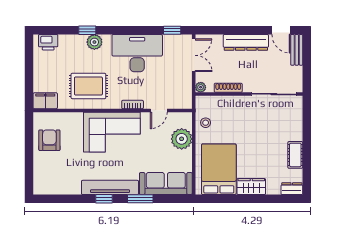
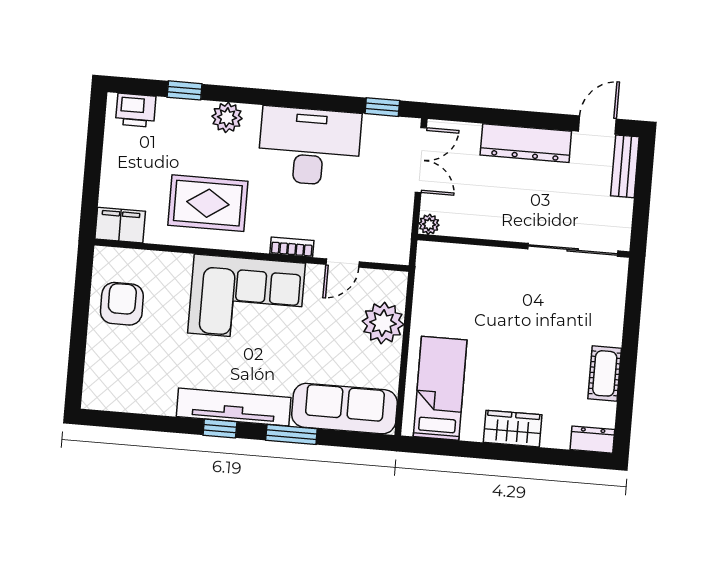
window: (87, 30) -> (185, 90), moved
door: (281, 30) -> (597, 125), swing flipped
shoe rack: (228, 88) -> (483, 230), removed
stool: (206, 123) -> (433, 295), removed
bed: (219, 169) -> (440, 388), width x0.67

